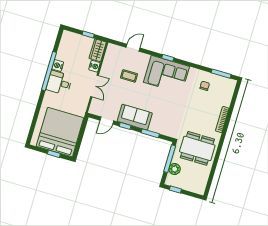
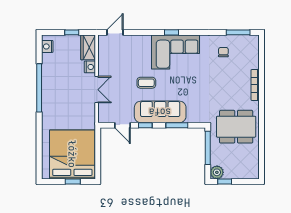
door: (133, 48) -> (115, 32), moved
nightstand: (58, 66) -> (47, 46), moved
coffee table: (129, 76) -> (146, 83), moved
desk: (59, 83) -> (55, 98), removed
sofa: (135, 117) -> (160, 112), width x1.36
door: (107, 121) -> (122, 125), hinge flipped
plant: (175, 169) -> (217, 172), moved

